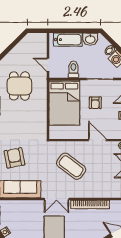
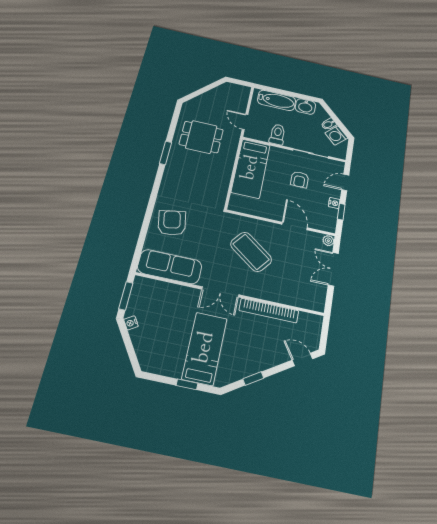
dining table: (19, 86) -> (201, 137), turned 90
bed: (64, 103) -> (251, 168), width x0.67

